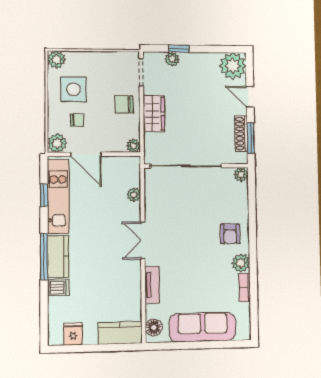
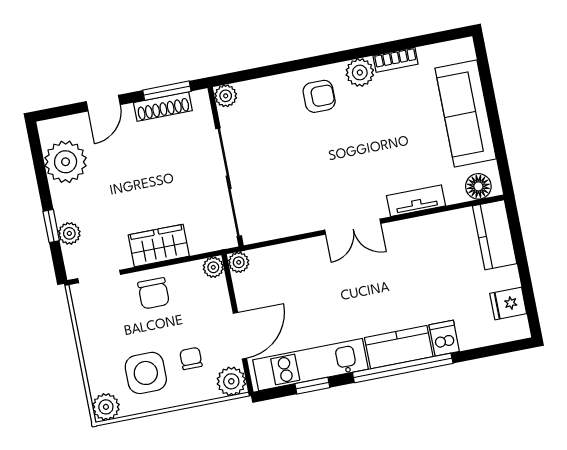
plant: (233, 66) -> (66, 162), moved
plant: (134, 195) -> (239, 262), moved
window: (44, 257) -> (403, 368), width x1.46

